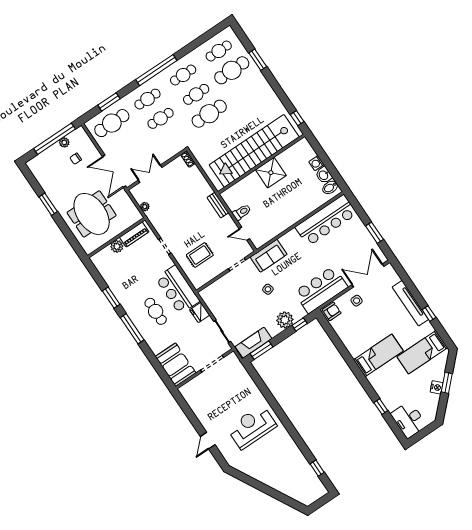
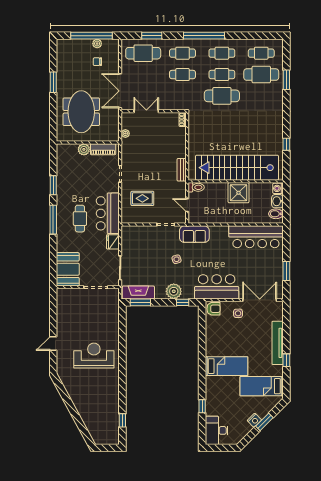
stairs: (254, 151) -> (237, 168), moved
wall: (261, 164) -> (236, 181), moved
shower: (271, 173) -> (239, 193), moved

